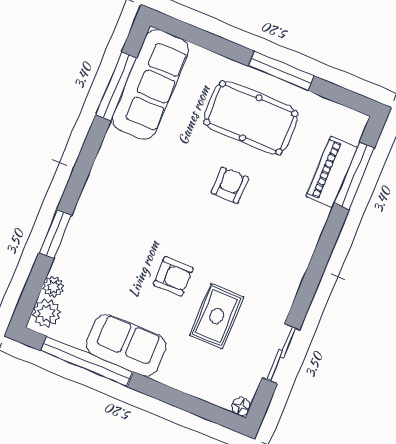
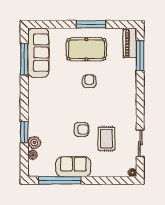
piano: (332, 172) -> (130, 43), moved
plant: (46, 313) -> (34, 143), moved

